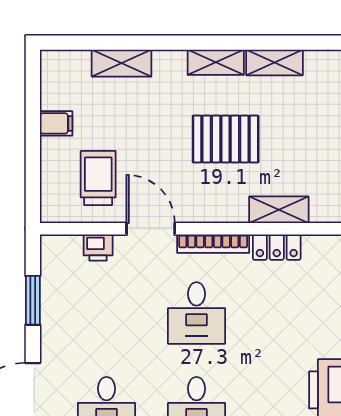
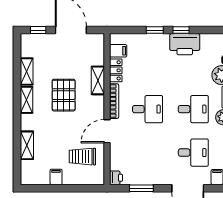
shelving: (279, 210) -> (98, 80), moved
printer: (98, 248) -> (116, 178), moved
filing cabinet: (317, 252) -> (118, 51), added

